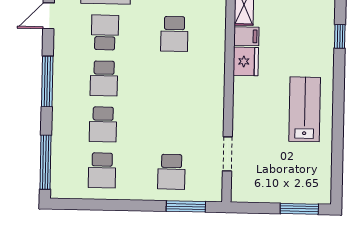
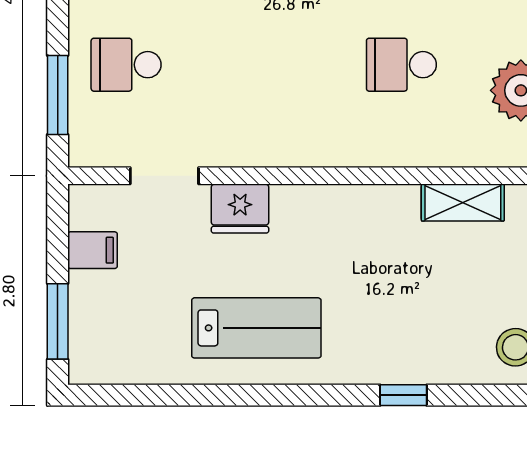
filing cabinet: (246, 36) -> (92, 250), moved, turned -90
fridge: (246, 61) -> (240, 209), moved

